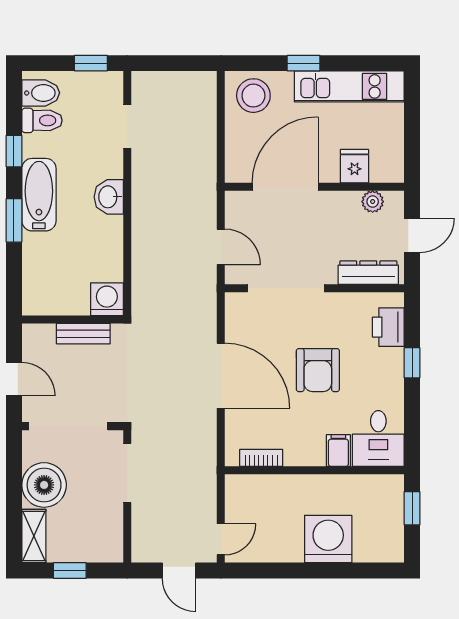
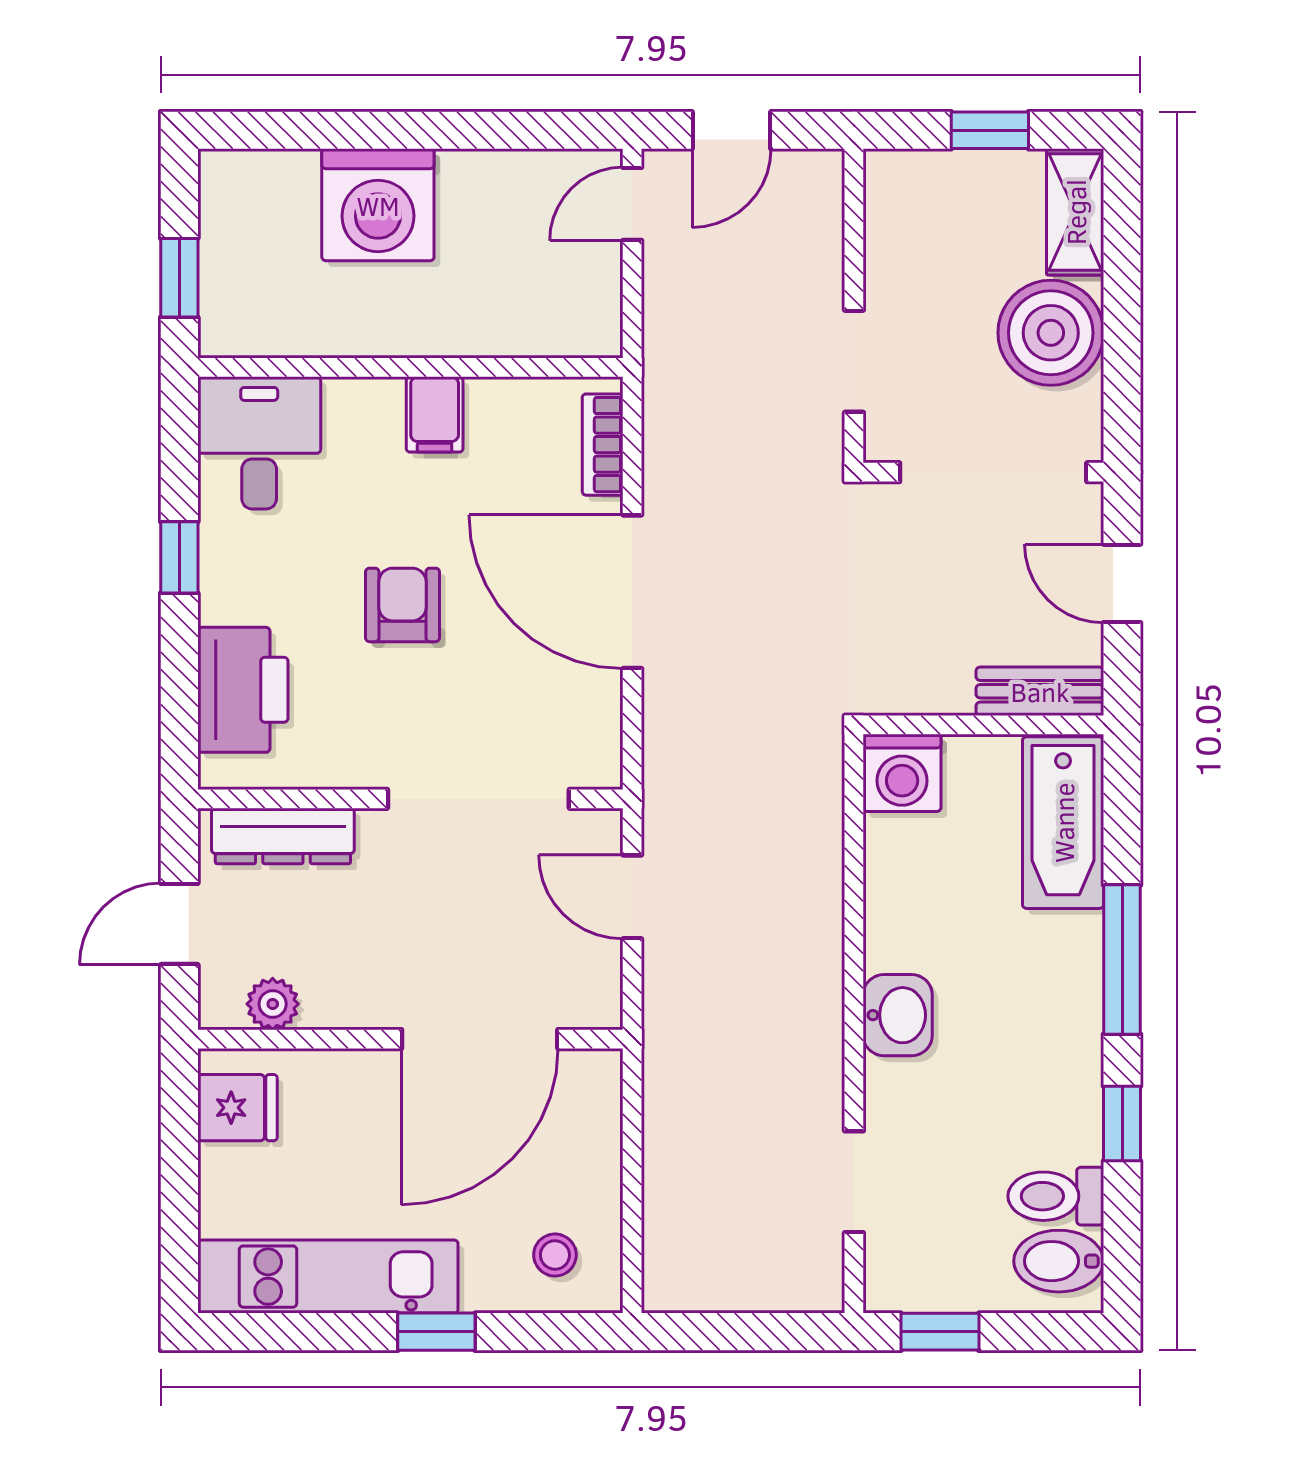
stool: (253, 96) -> (555, 1255), width x0.53, depth x0.53
fridge: (355, 166) -> (237, 1108), moved, turned -90
bathtub: (39, 195) -> (1063, 823), moved
window: (14, 220) -> (1122, 960), width x1.44
printer: (388, 327) -> (243, 690), width x1.37, depth x1.19
bench: (83, 334) -> (1040, 691), moved
window: (412, 363) -> (179, 557), moved
armchair: (318, 370) -> (402, 605), width x0.72, depth x0.72
filing cabinet: (338, 450) -> (435, 414), moved
bookcase: (261, 458) -> (603, 445), moved, turned 90
doorway: (127, 473) -> (854, 361), width x0.73
door: (179, 570) -> (731, 130), swing flipped

